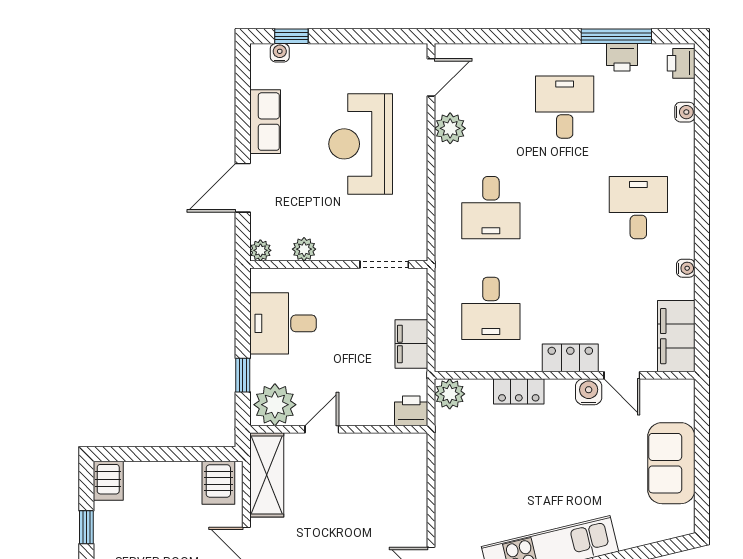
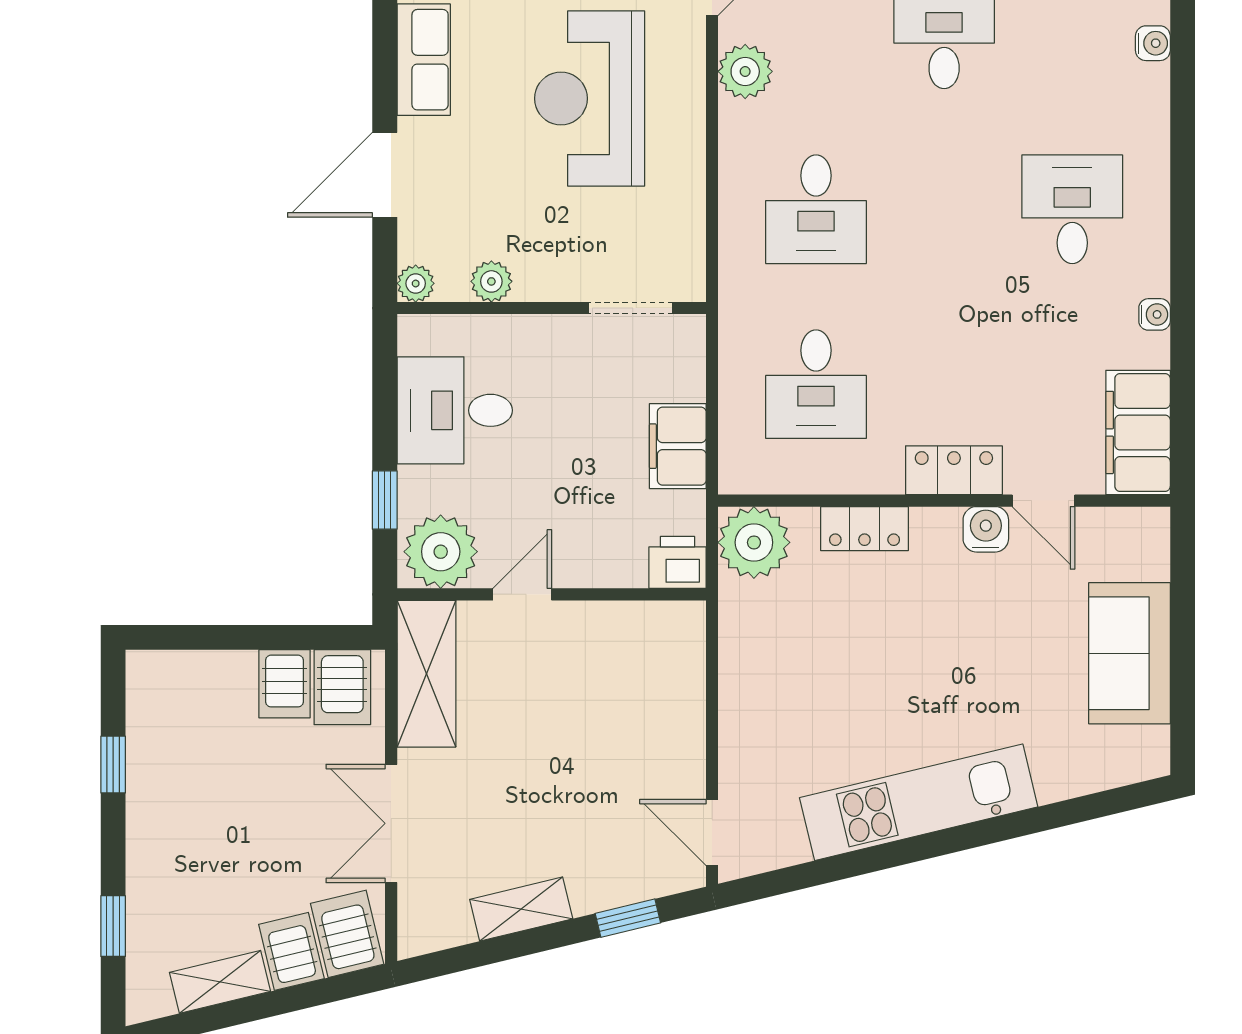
plant: (450, 394) -> (754, 542), width x1.36, depth x1.36
server rack: (108, 481) -> (284, 684), moved

